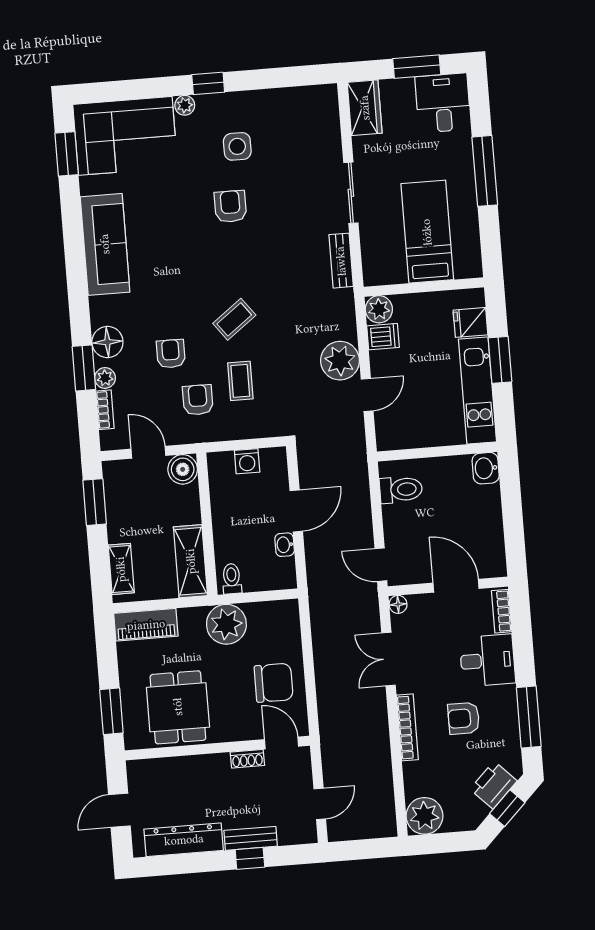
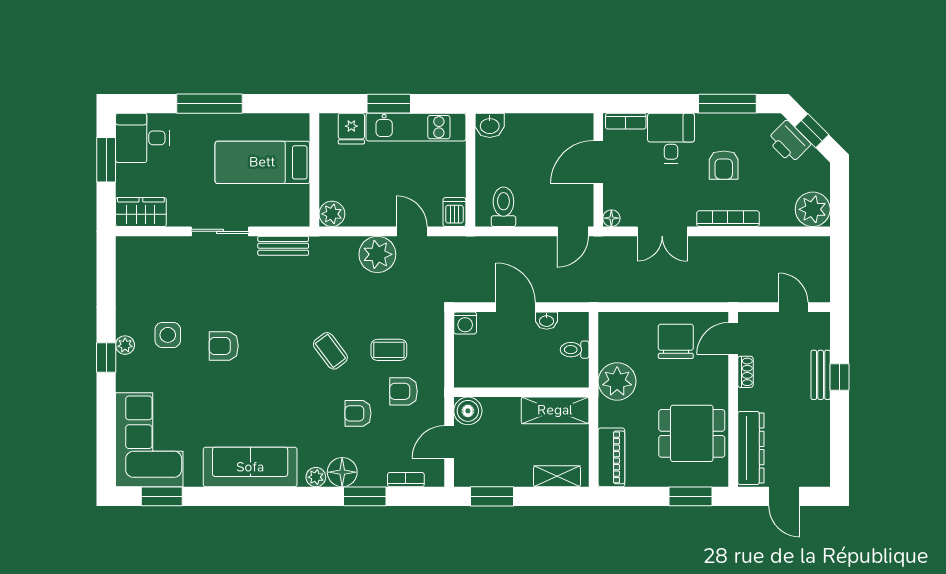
plant: (185, 105) -> (125, 345), moved
dishwasher: (383, 337) -> (454, 212), moved
plant: (105, 378) -> (316, 477), moved
washing machine: (247, 461) -> (465, 323), moved, turned 90
toilet: (232, 579) -> (575, 350), moved
dresser: (184, 840) -> (751, 448), moved, turned 180

